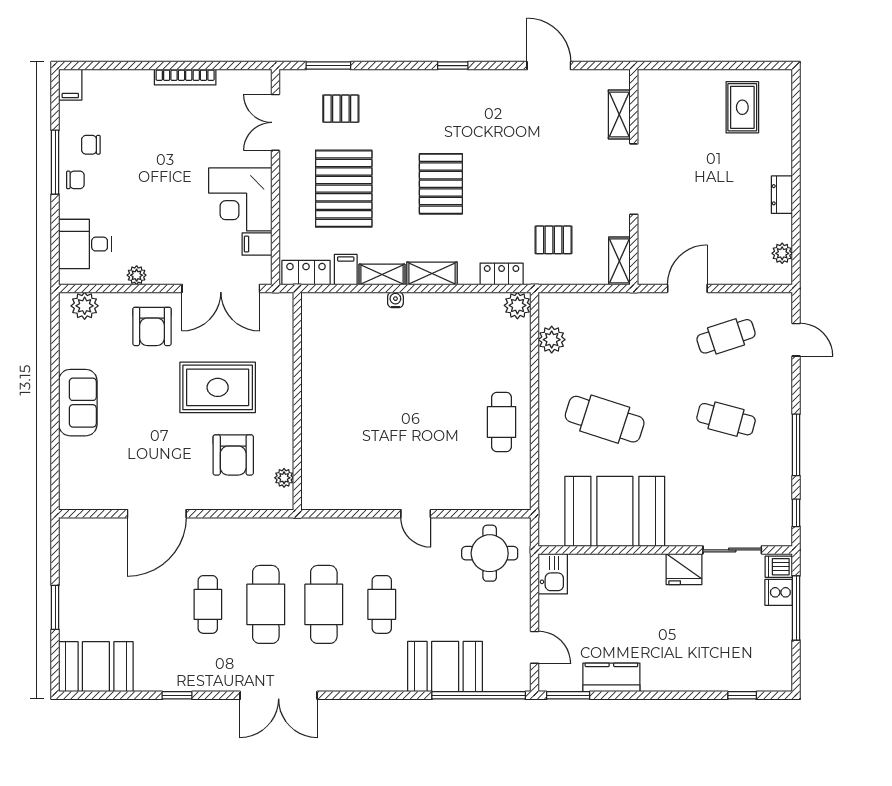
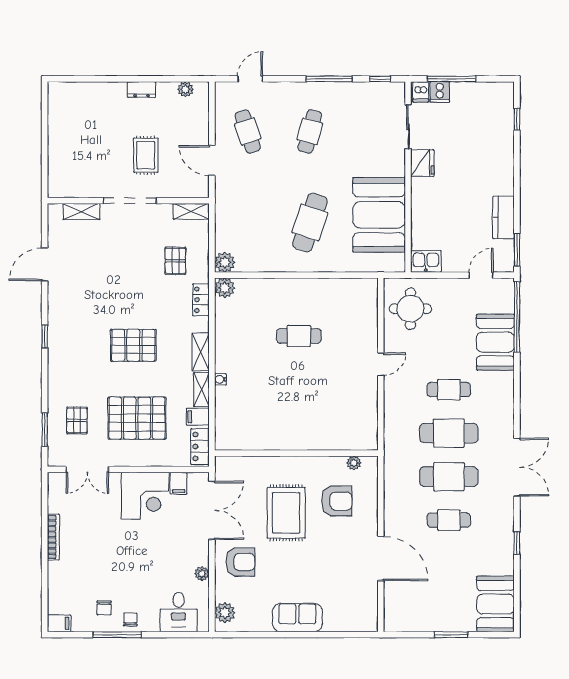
rug: (742, 107) -> (146, 155), moved, turned 90
plant: (552, 340) -> (225, 262), moved
cafe table: (502, 422) -> (299, 336), moved

